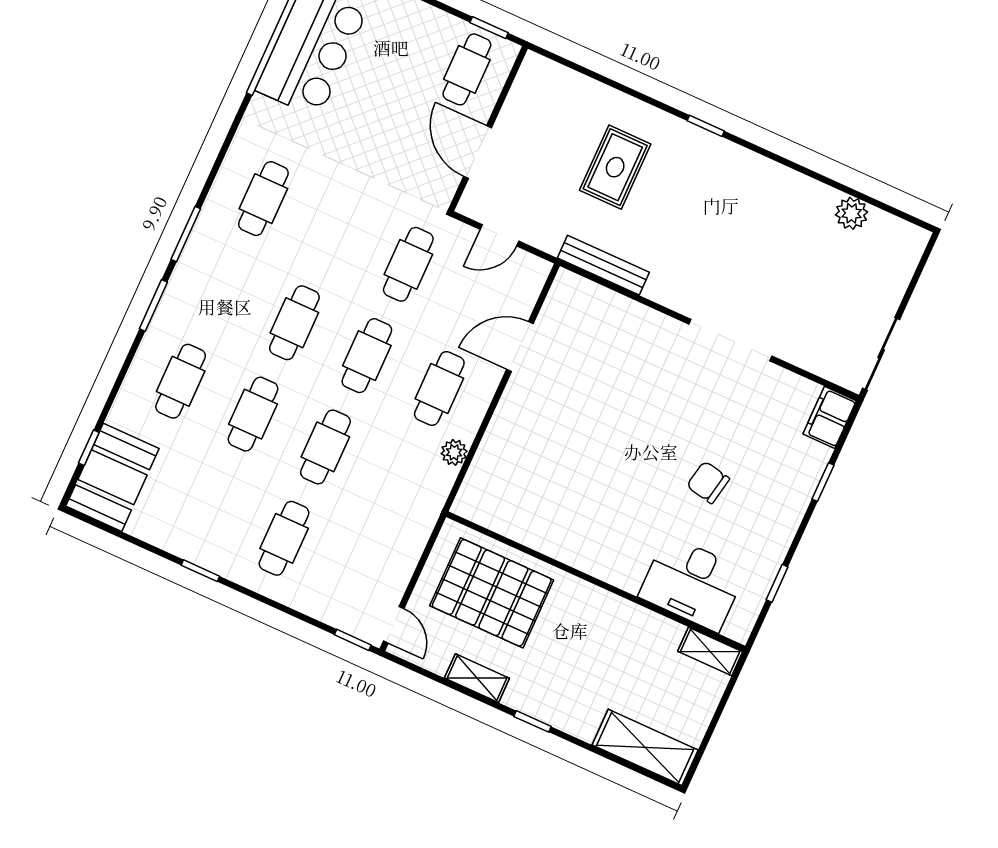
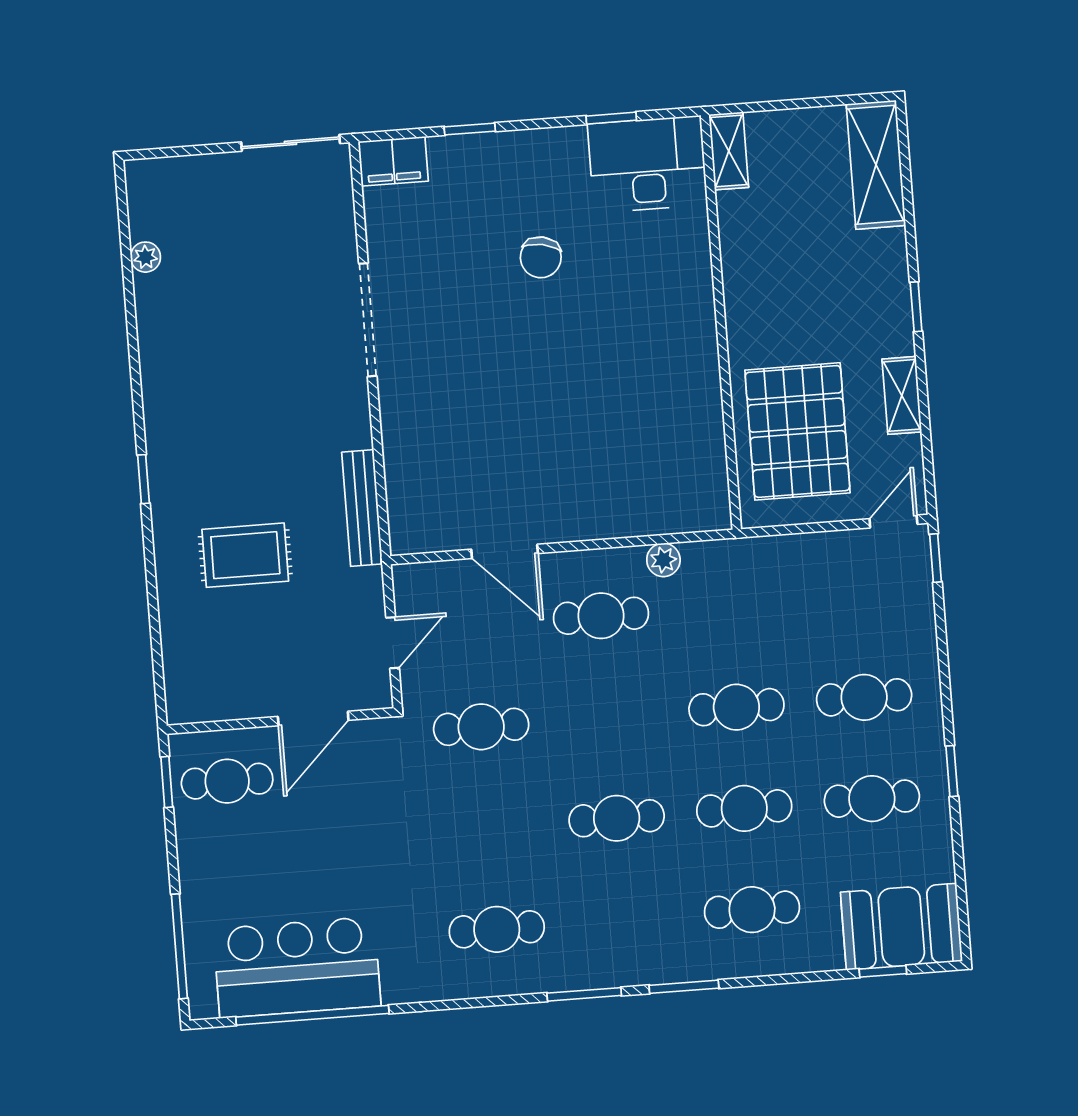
plant: (852, 213) -> (145, 257), width x0.73, depth x0.73
door: (499, 235) -> (393, 643), hinge flipped
cafe table: (367, 356) -> (872, 799), moved
desk: (692, 583) -> (647, 164), moved, turned -90

